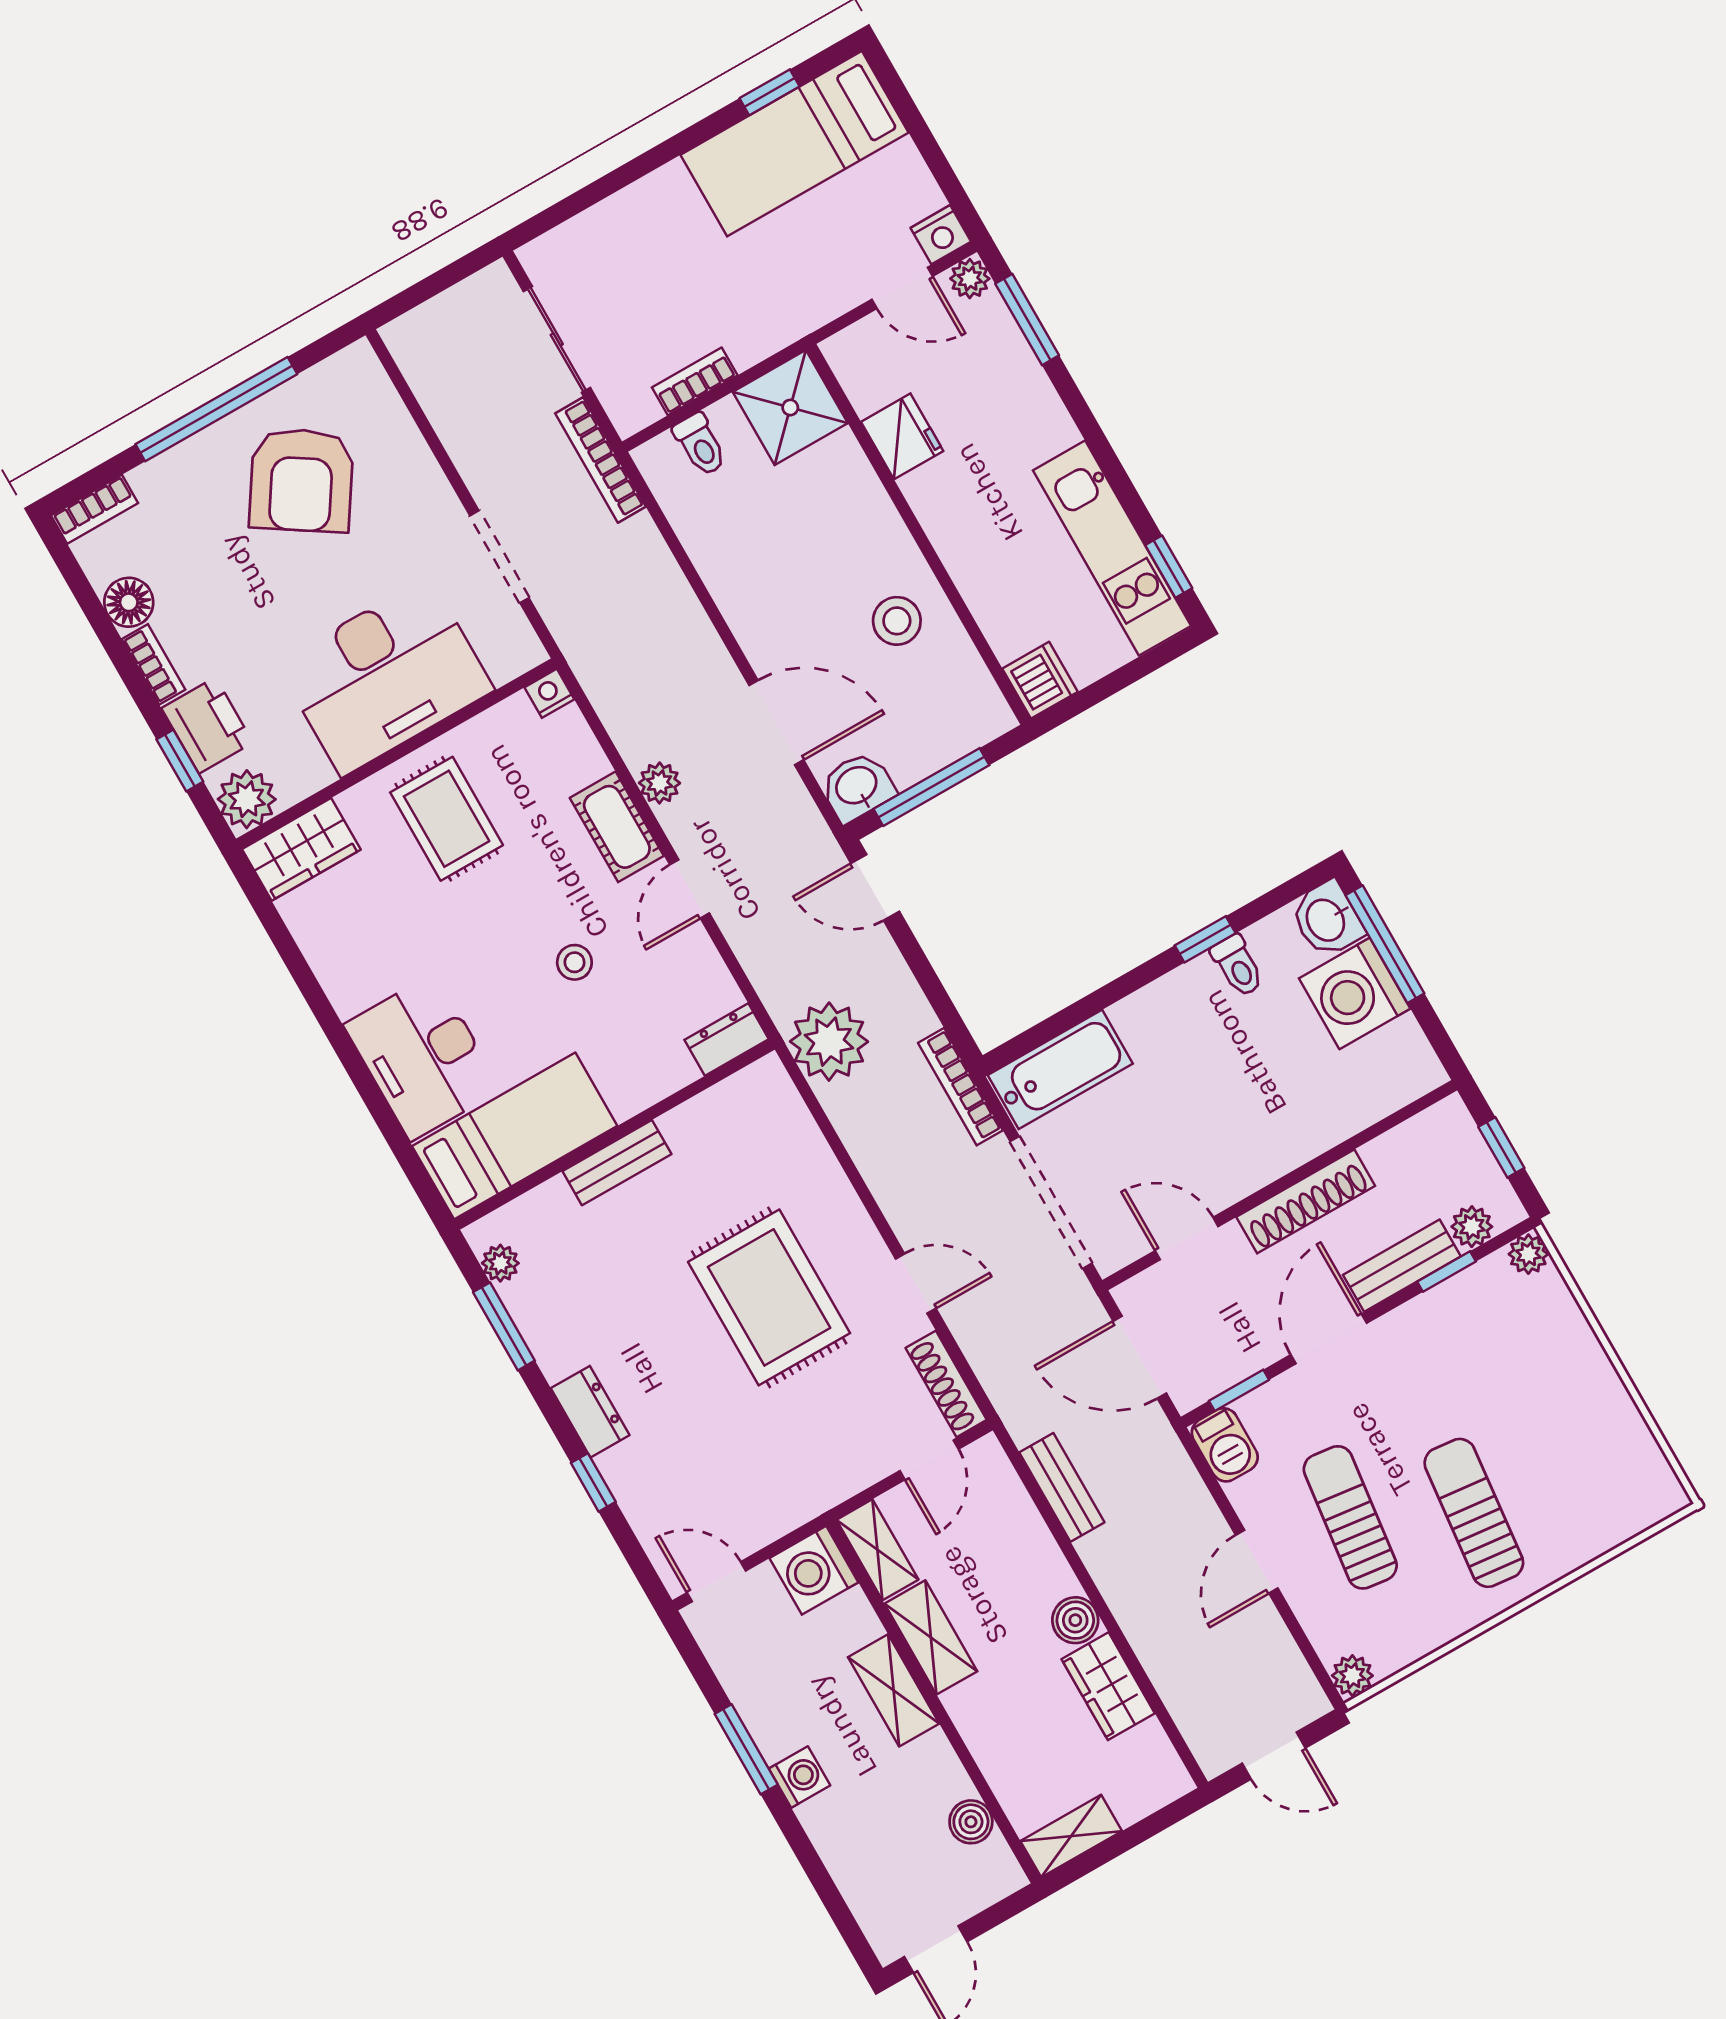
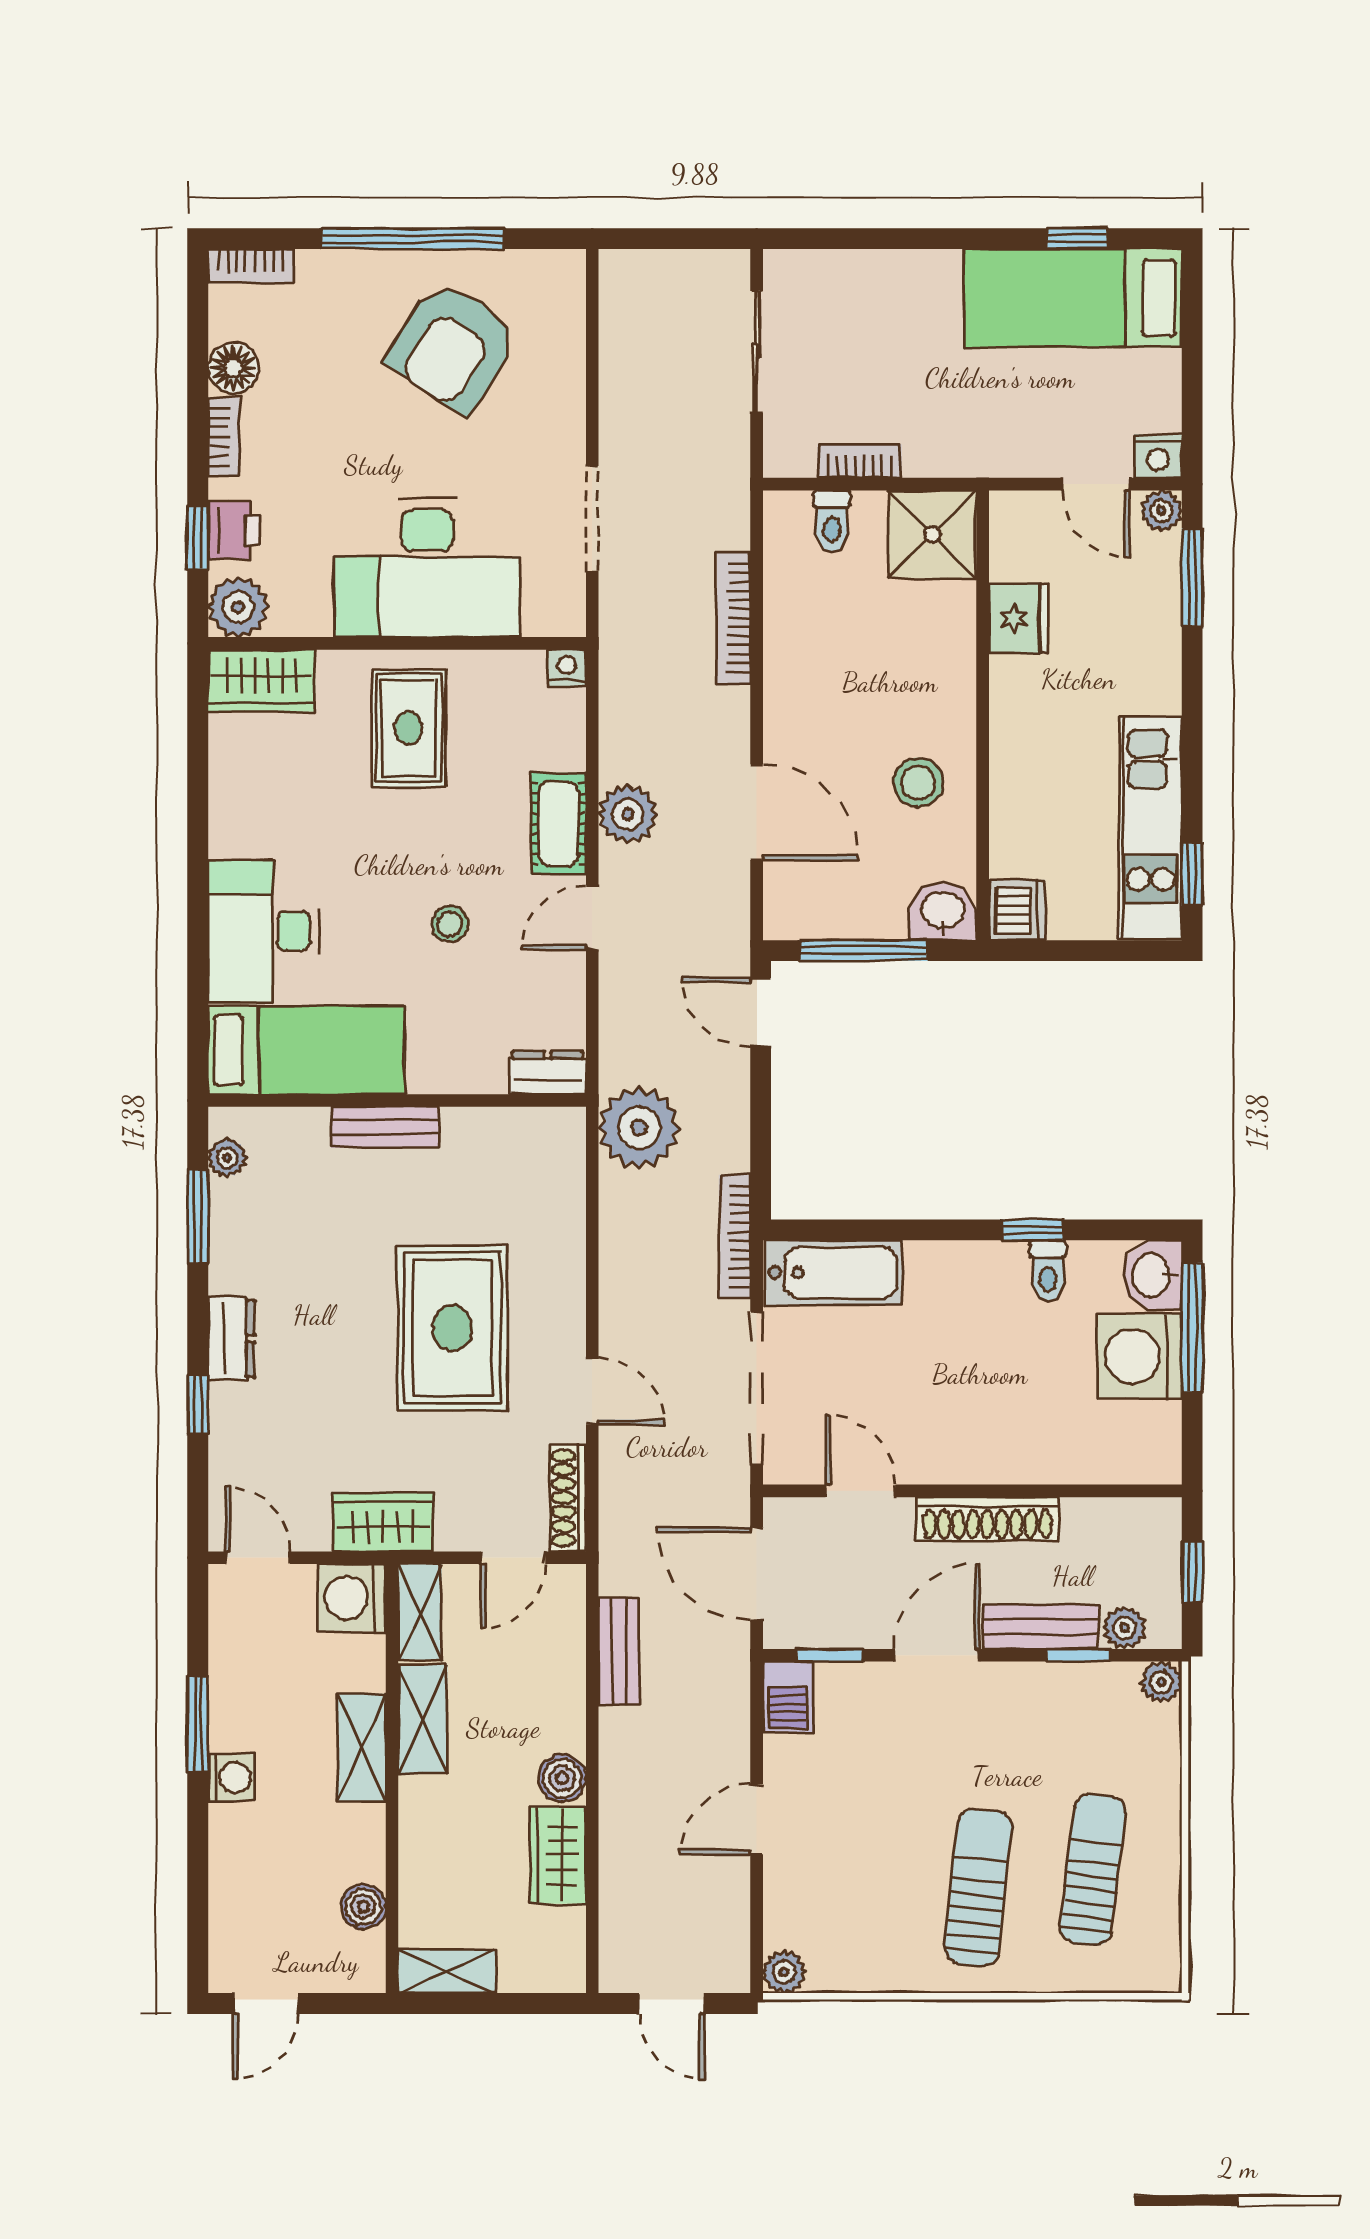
bookcase: (600, 460) -> (734, 618), moved
printer: (207, 725) -> (234, 530), width x0.73, depth x0.81
plant: (659, 783) -> (628, 814), width x1.38, depth x1.38
washbasin: (857, 787) -> (943, 912), moved
wardrobe: (804, 1492) -> (383, 1522), added
sun lounger: (1350, 1517) -> (1093, 1870), moved

